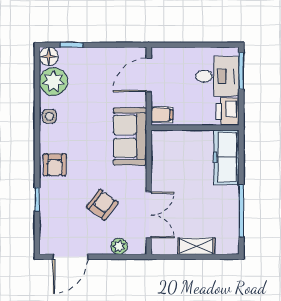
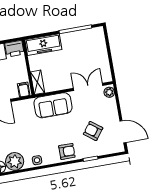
sofa: (130, 136) -> (53, 105), moved
armchair: (102, 205) -> (93, 131), moved
plant: (119, 246) -> (109, 92), moved
shelving: (196, 246) -> (38, 82), moved

